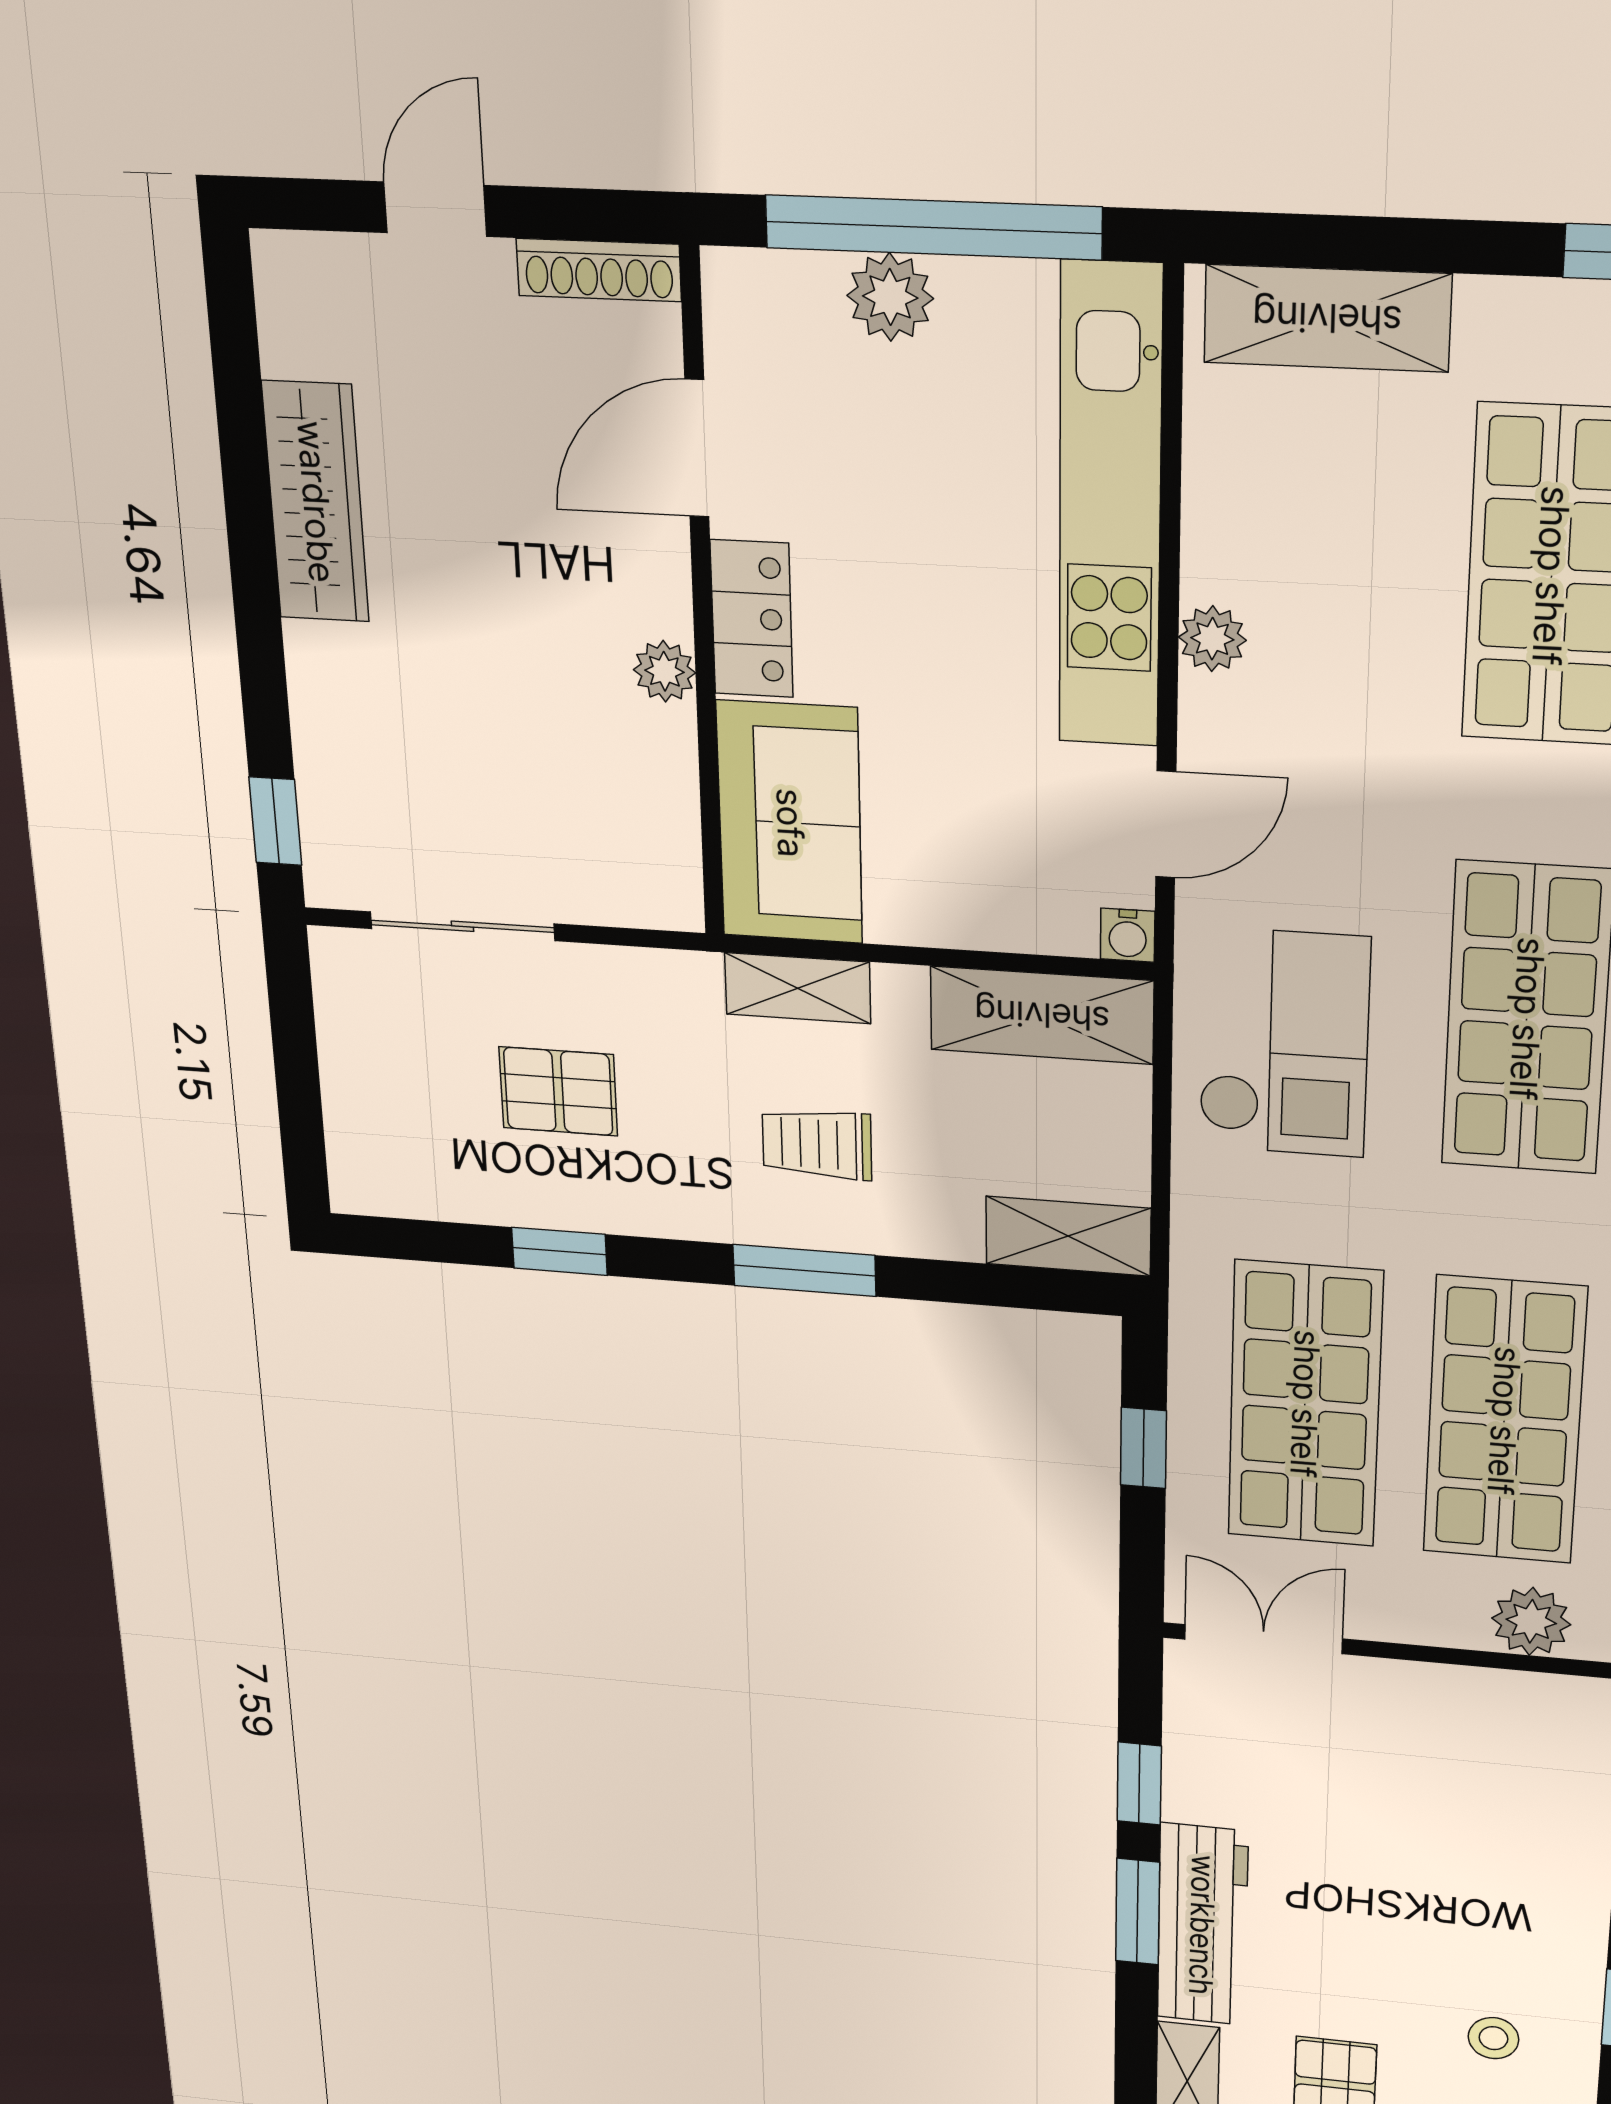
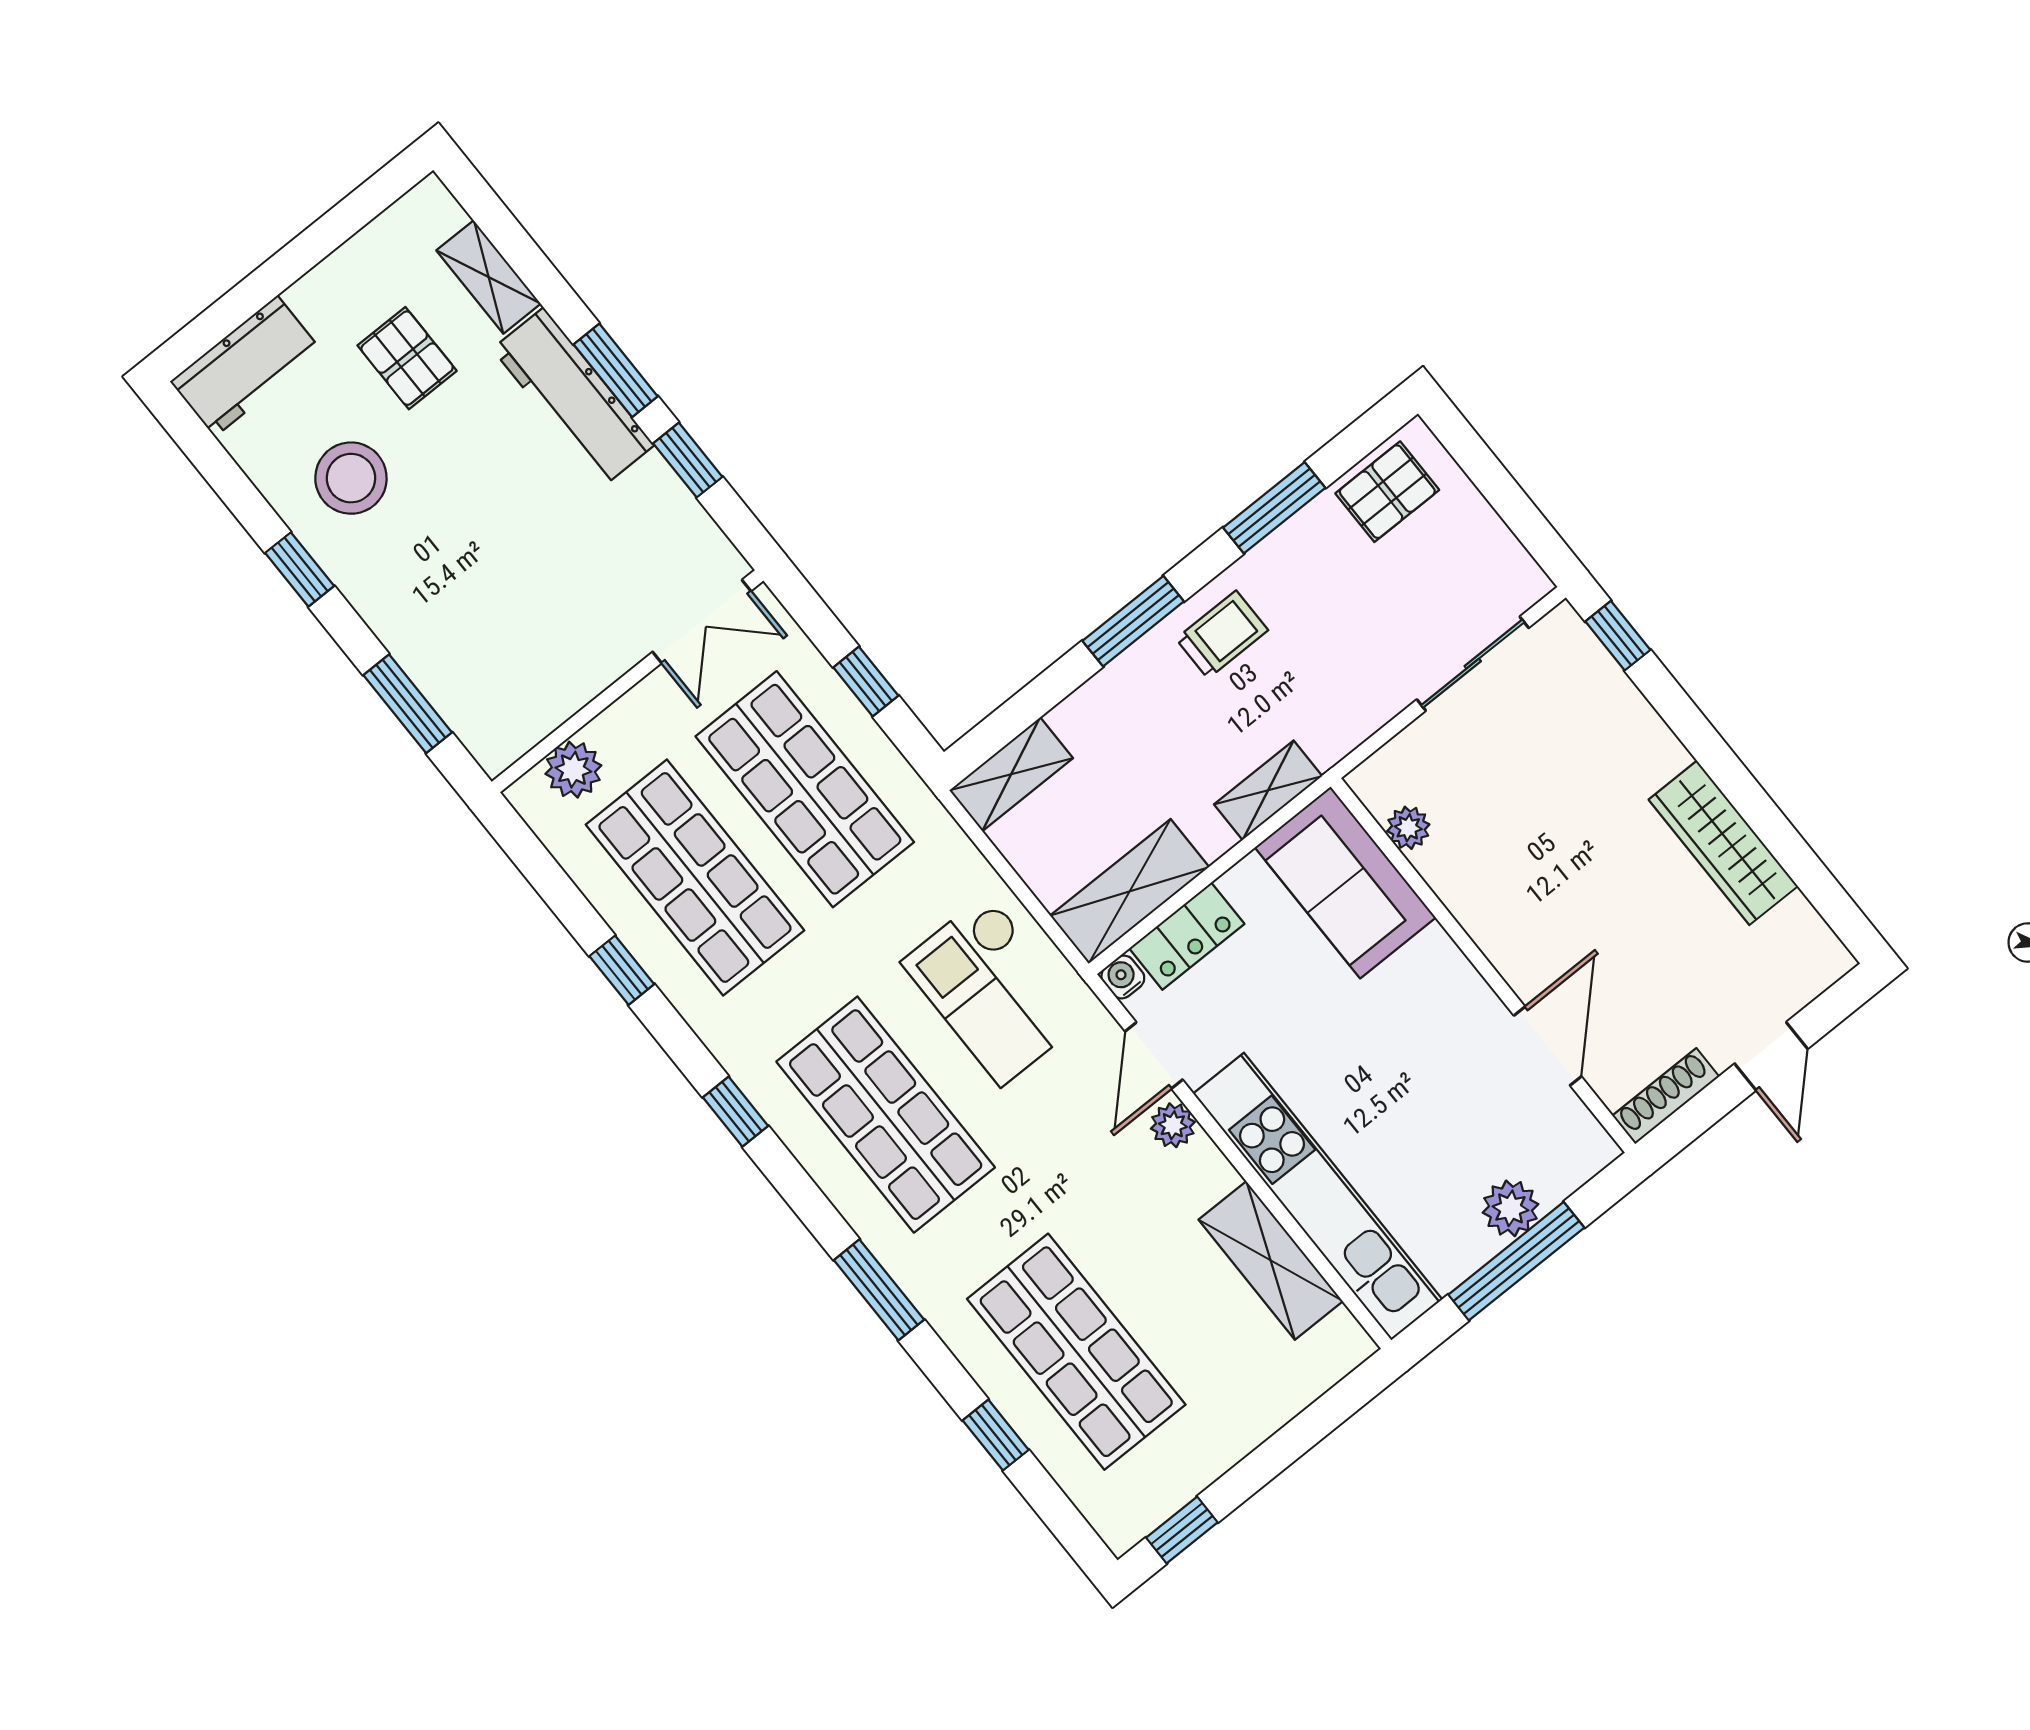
window: (933, 227) -> (1516, 1261), width x0.68
shelving: (1327, 318) -> (1271, 1260), moved, turned 90
locker: (752, 619) -> (1187, 936), moved, turned -90
plant: (1212, 639) -> (1173, 1125), moved
plant: (664, 671) -> (1408, 828), moved
pallet: (558, 1091) -> (1387, 492), moved
trolley: (817, 1144) -> (1222, 635), moved
window: (559, 1251) -> (1274, 508), width x1.50
stool: (1493, 2038) -> (351, 478), width x1.89, depth x1.89

